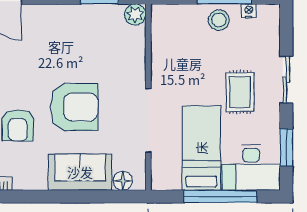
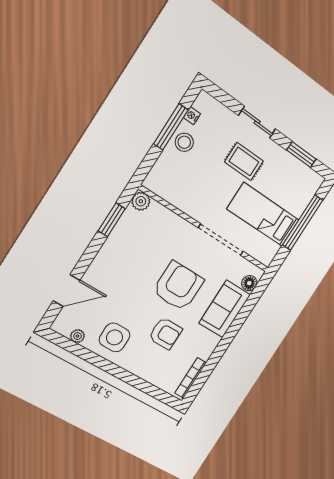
desk: (251, 168) -> (298, 189), removed

